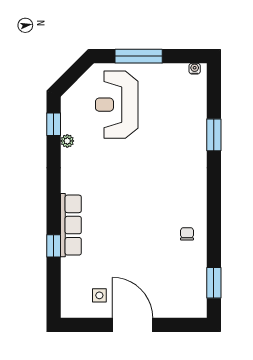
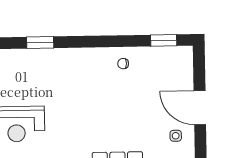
door: (133, 325) -> (200, 108), hinge flipped

